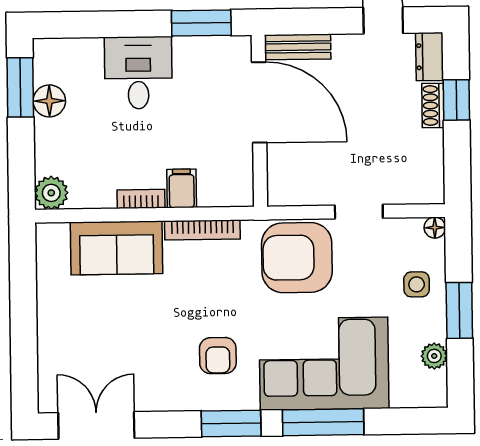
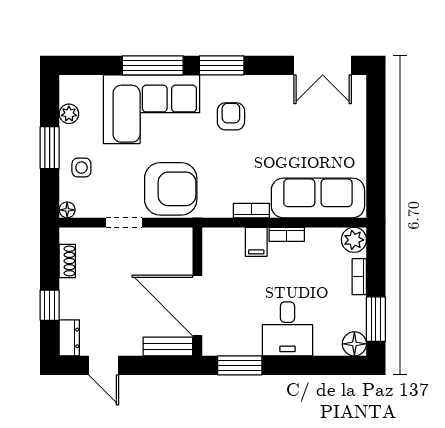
floor lamp: (49, 101) -> (354, 344), moved
shoe rack: (433, 105) -> (67, 261), moved
bookcase: (43, 144) -> (359, 277), added
bookcase: (202, 230) -> (251, 211), width x0.64
sofa: (117, 248) -> (318, 198), width x1.36

